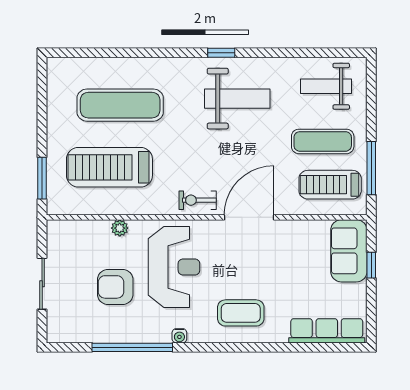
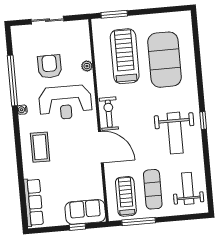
exercise mat: (120, 105) -> (165, 60), width x1.47
exercise bike: (198, 200) -> (109, 114), width x1.38, depth x1.39

